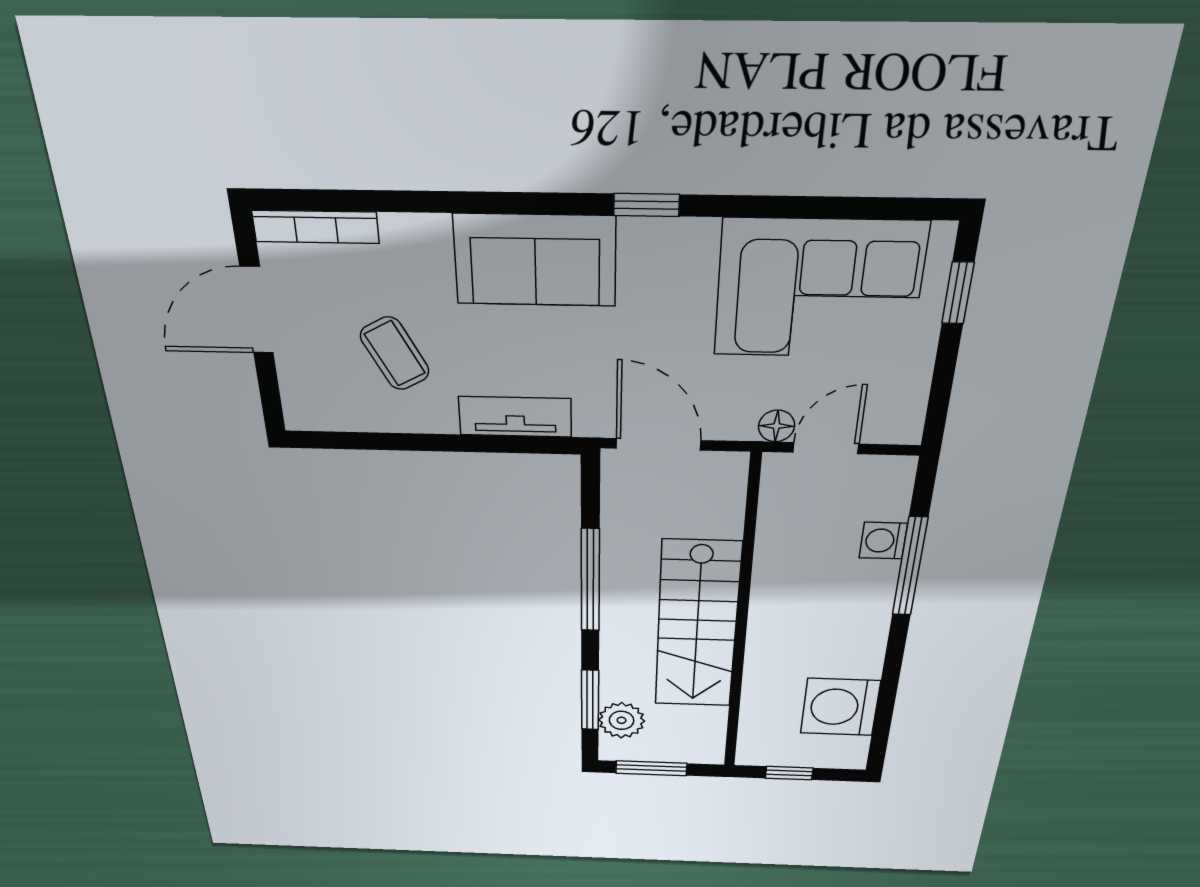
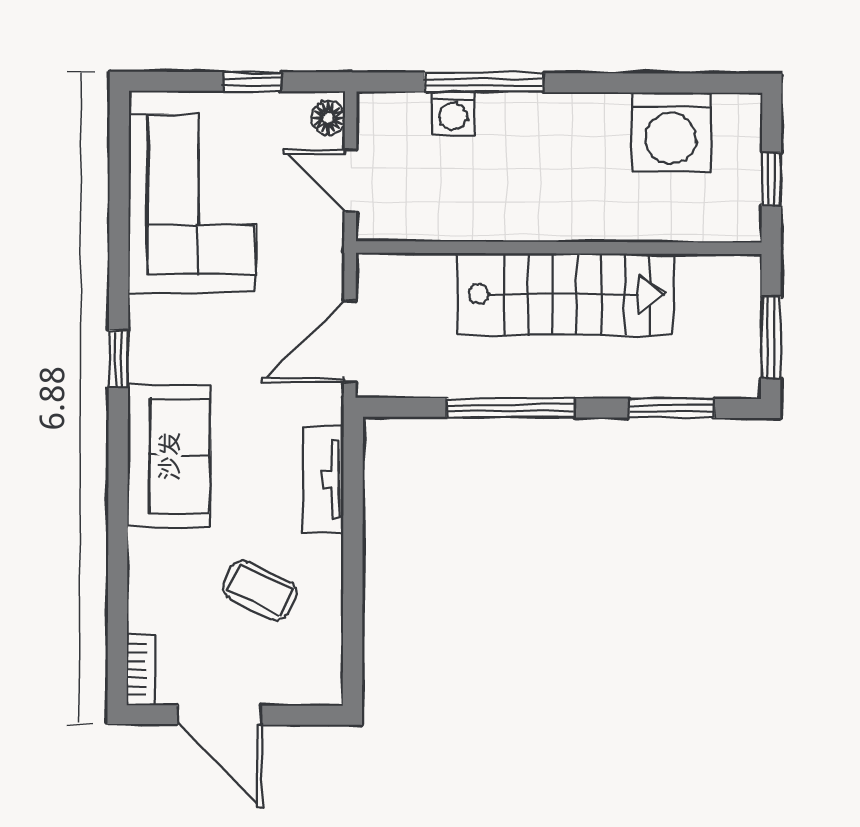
bookcase: (316, 227) -> (141, 670), width x0.64
window: (958, 293) -> (252, 82), moved
coffee table: (395, 354) -> (260, 590), turned 54
floor lamp: (777, 426) -> (328, 118), moved
plant: (622, 720) -> (700, 373), removed

